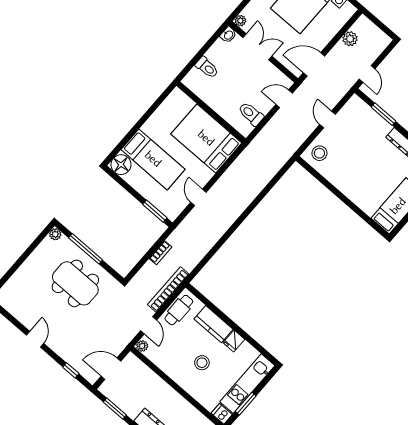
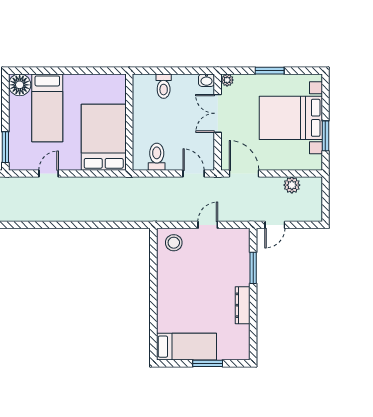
double door: (257, 47) -> (218, 113), swing flipped

